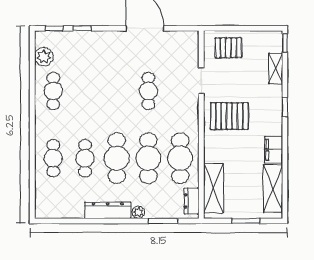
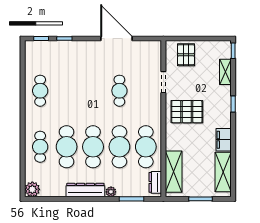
pallet: (228, 48) -> (186, 55), turned 90
plant: (44, 57) -> (32, 189), moved
cafe table: (85, 158) -> (67, 147), width x1.37, depth x1.35

